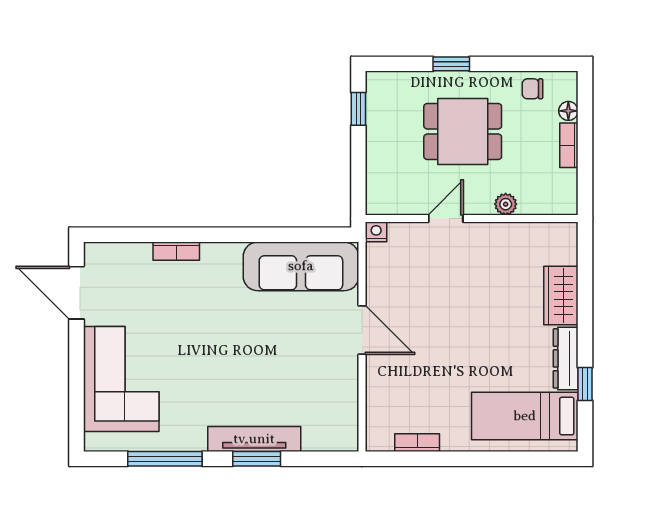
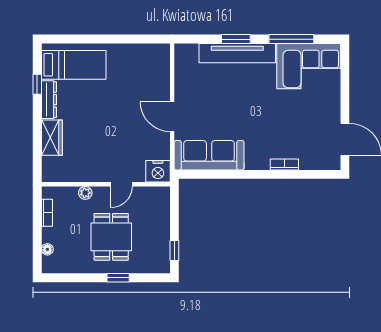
chair: (532, 89) -> (69, 263), removed
dining table: (463, 131) -> (111, 237), turned 90
bookcase: (569, 145) -> (47, 213), moved
nightstand: (376, 232) -> (158, 171), width x1.89, depth x1.79
corner sofa: (121, 379) -> (309, 66), moved, turned -90
tv unit: (254, 439) -> (237, 53), width x1.36, depth x1.29
bookcase: (417, 443) -> (139, 49), removed

